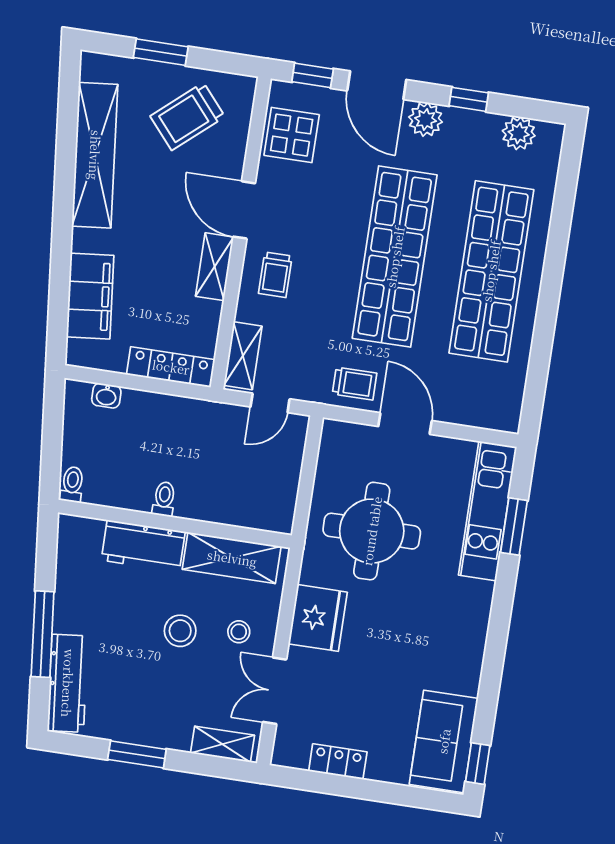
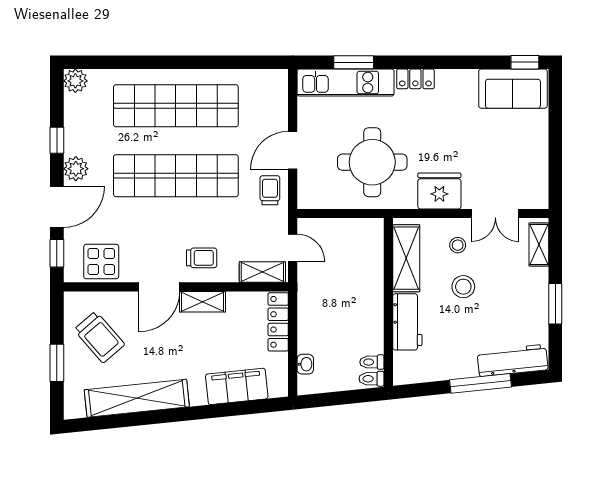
plant: (519, 133) -> (75, 81), moved
toilet: (164, 499) -> (372, 362), moved
locker: (338, 762) -> (415, 79), moved, turned -90

